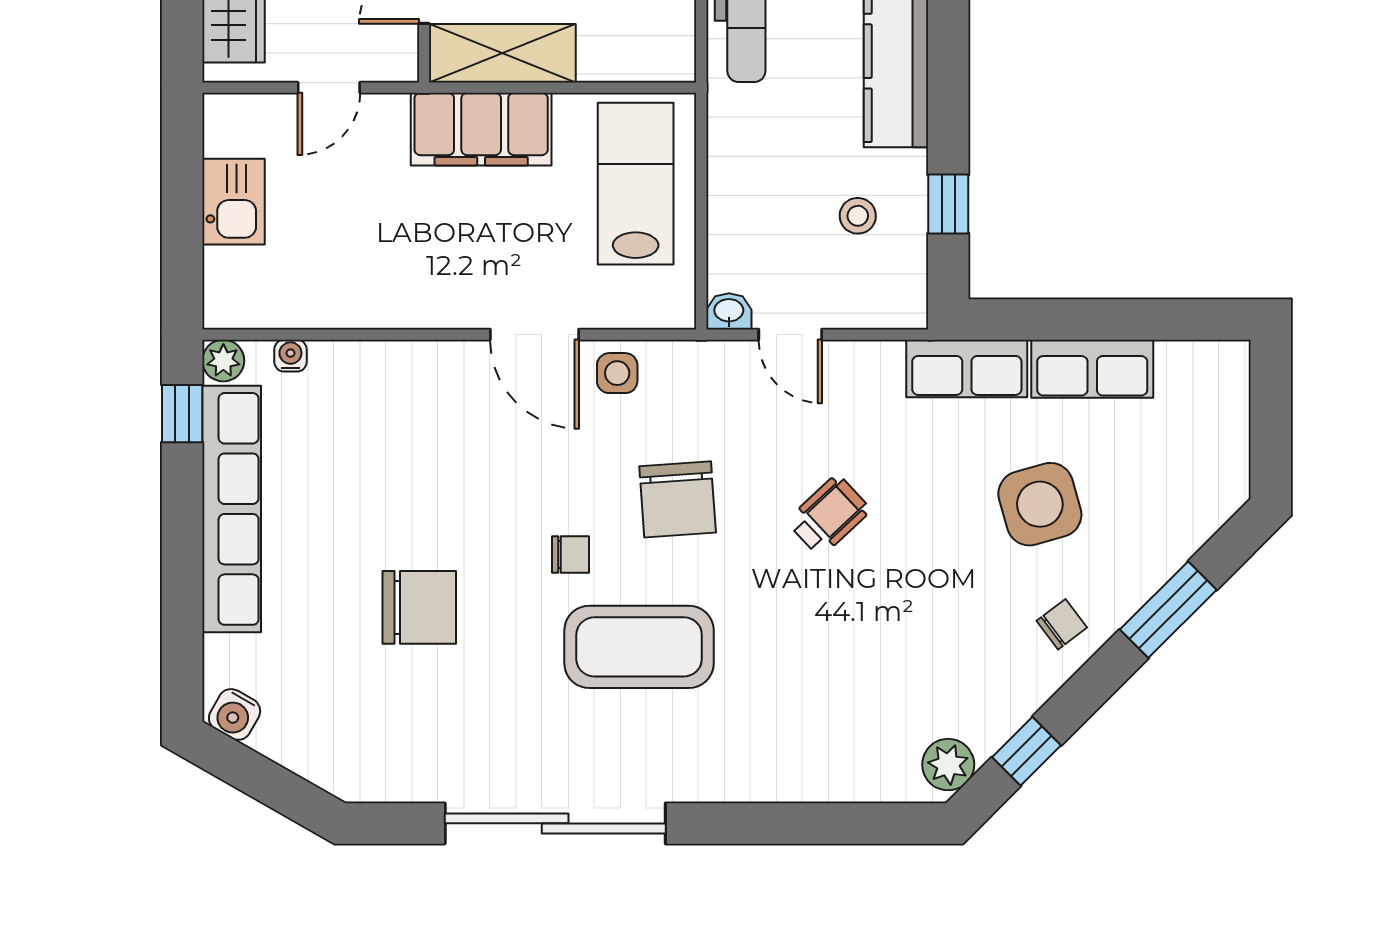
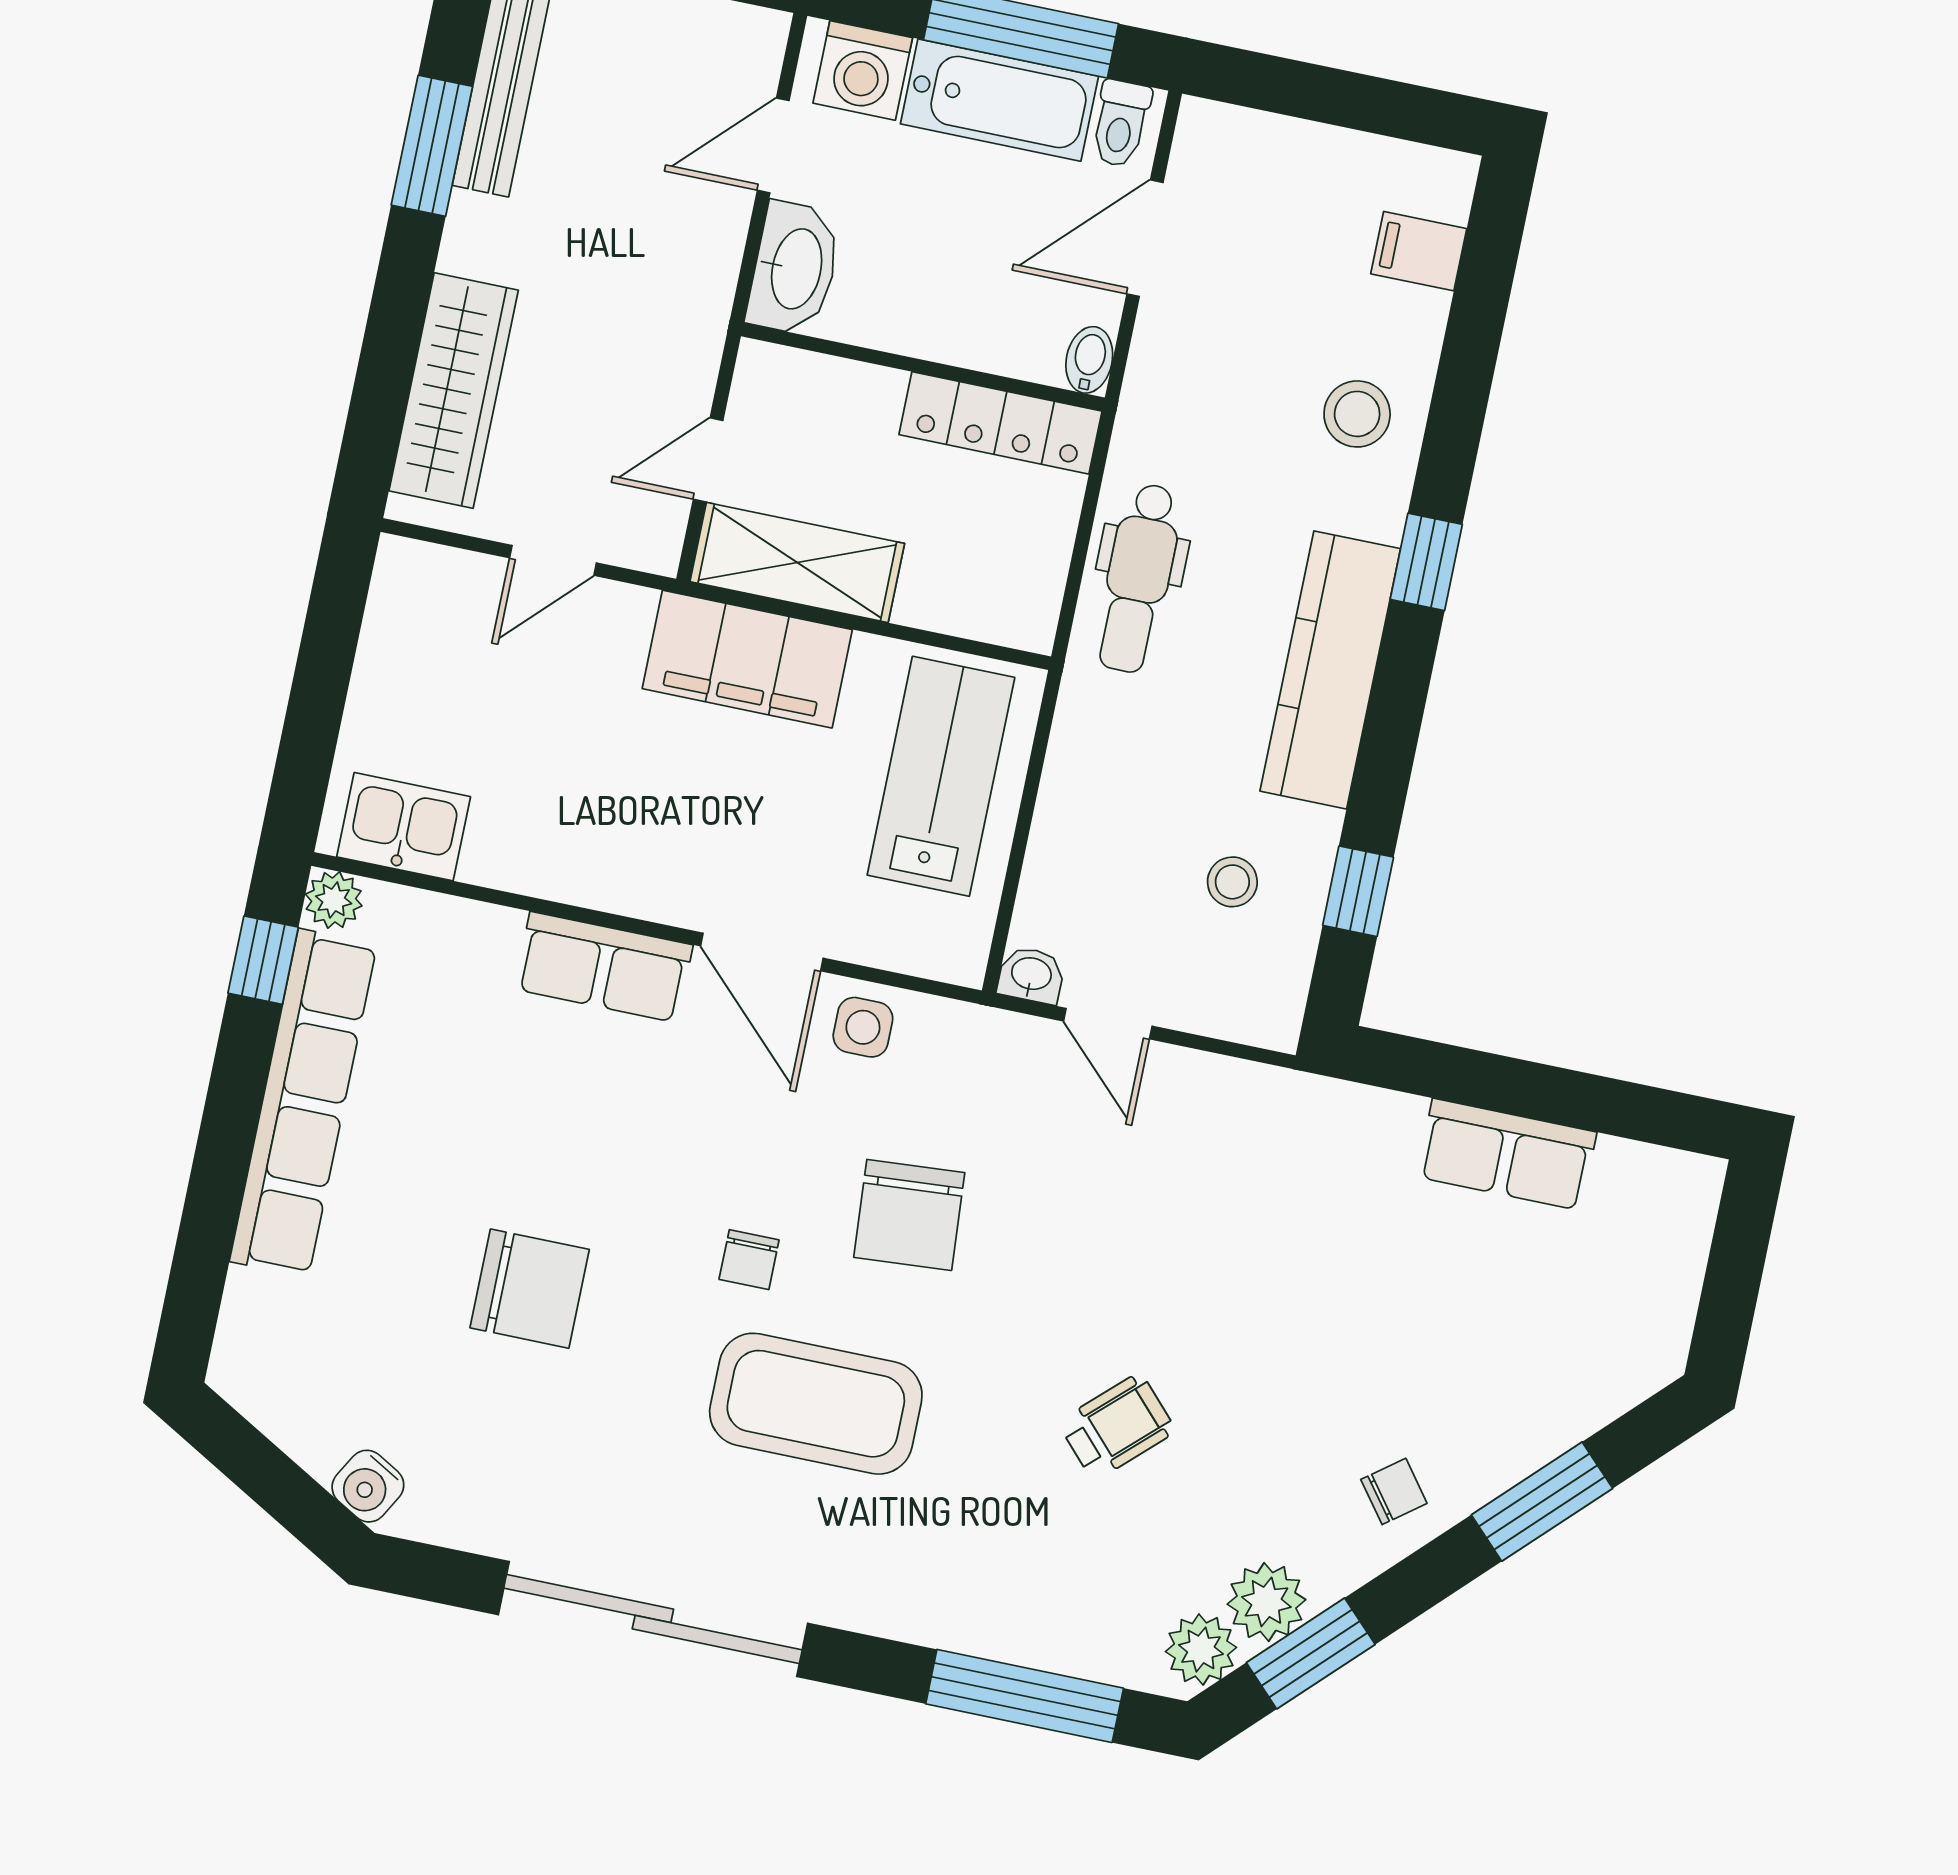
kitchen sink: (234, 202) -> (404, 827), moved, turned -90
water cooler: (290, 356) -> (426, 912), removed
row of seats: (967, 368) -> (604, 967), moved
side table: (1040, 504) -> (1398, 1323), removed
wheelchair: (829, 516) -> (1117, 1427), moved
chair: (571, 555) -> (749, 1260), turned 90
water cooler: (235, 714) -> (368, 1486), moved
plant: (988, 721) -> (1266, 1602), added
window: (1027, 751) -> (1311, 1653), width x1.50
window: (830, 823) -> (1025, 1696), added

